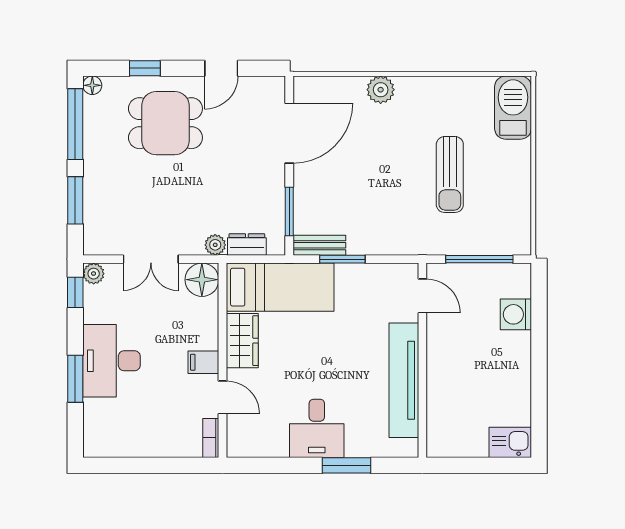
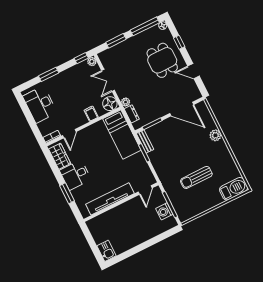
washing machine: (516, 314) -> (164, 211), moved, turned -90
wardrobe: (242, 341) -> (60, 156), moved, turned -90
desk: (112, 361) -> (40, 105), moved, turned -90
filing cabinet: (203, 362) -> (91, 114), moved

